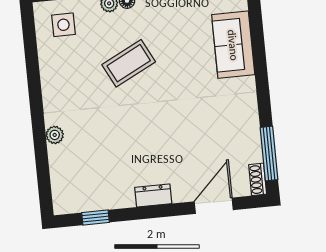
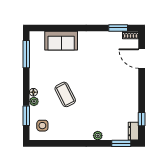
window: (269, 154) -> (118, 28), width x0.69
window: (44, 182) -> (121, 143), added
dresser: (153, 195) -> (133, 131), moved

